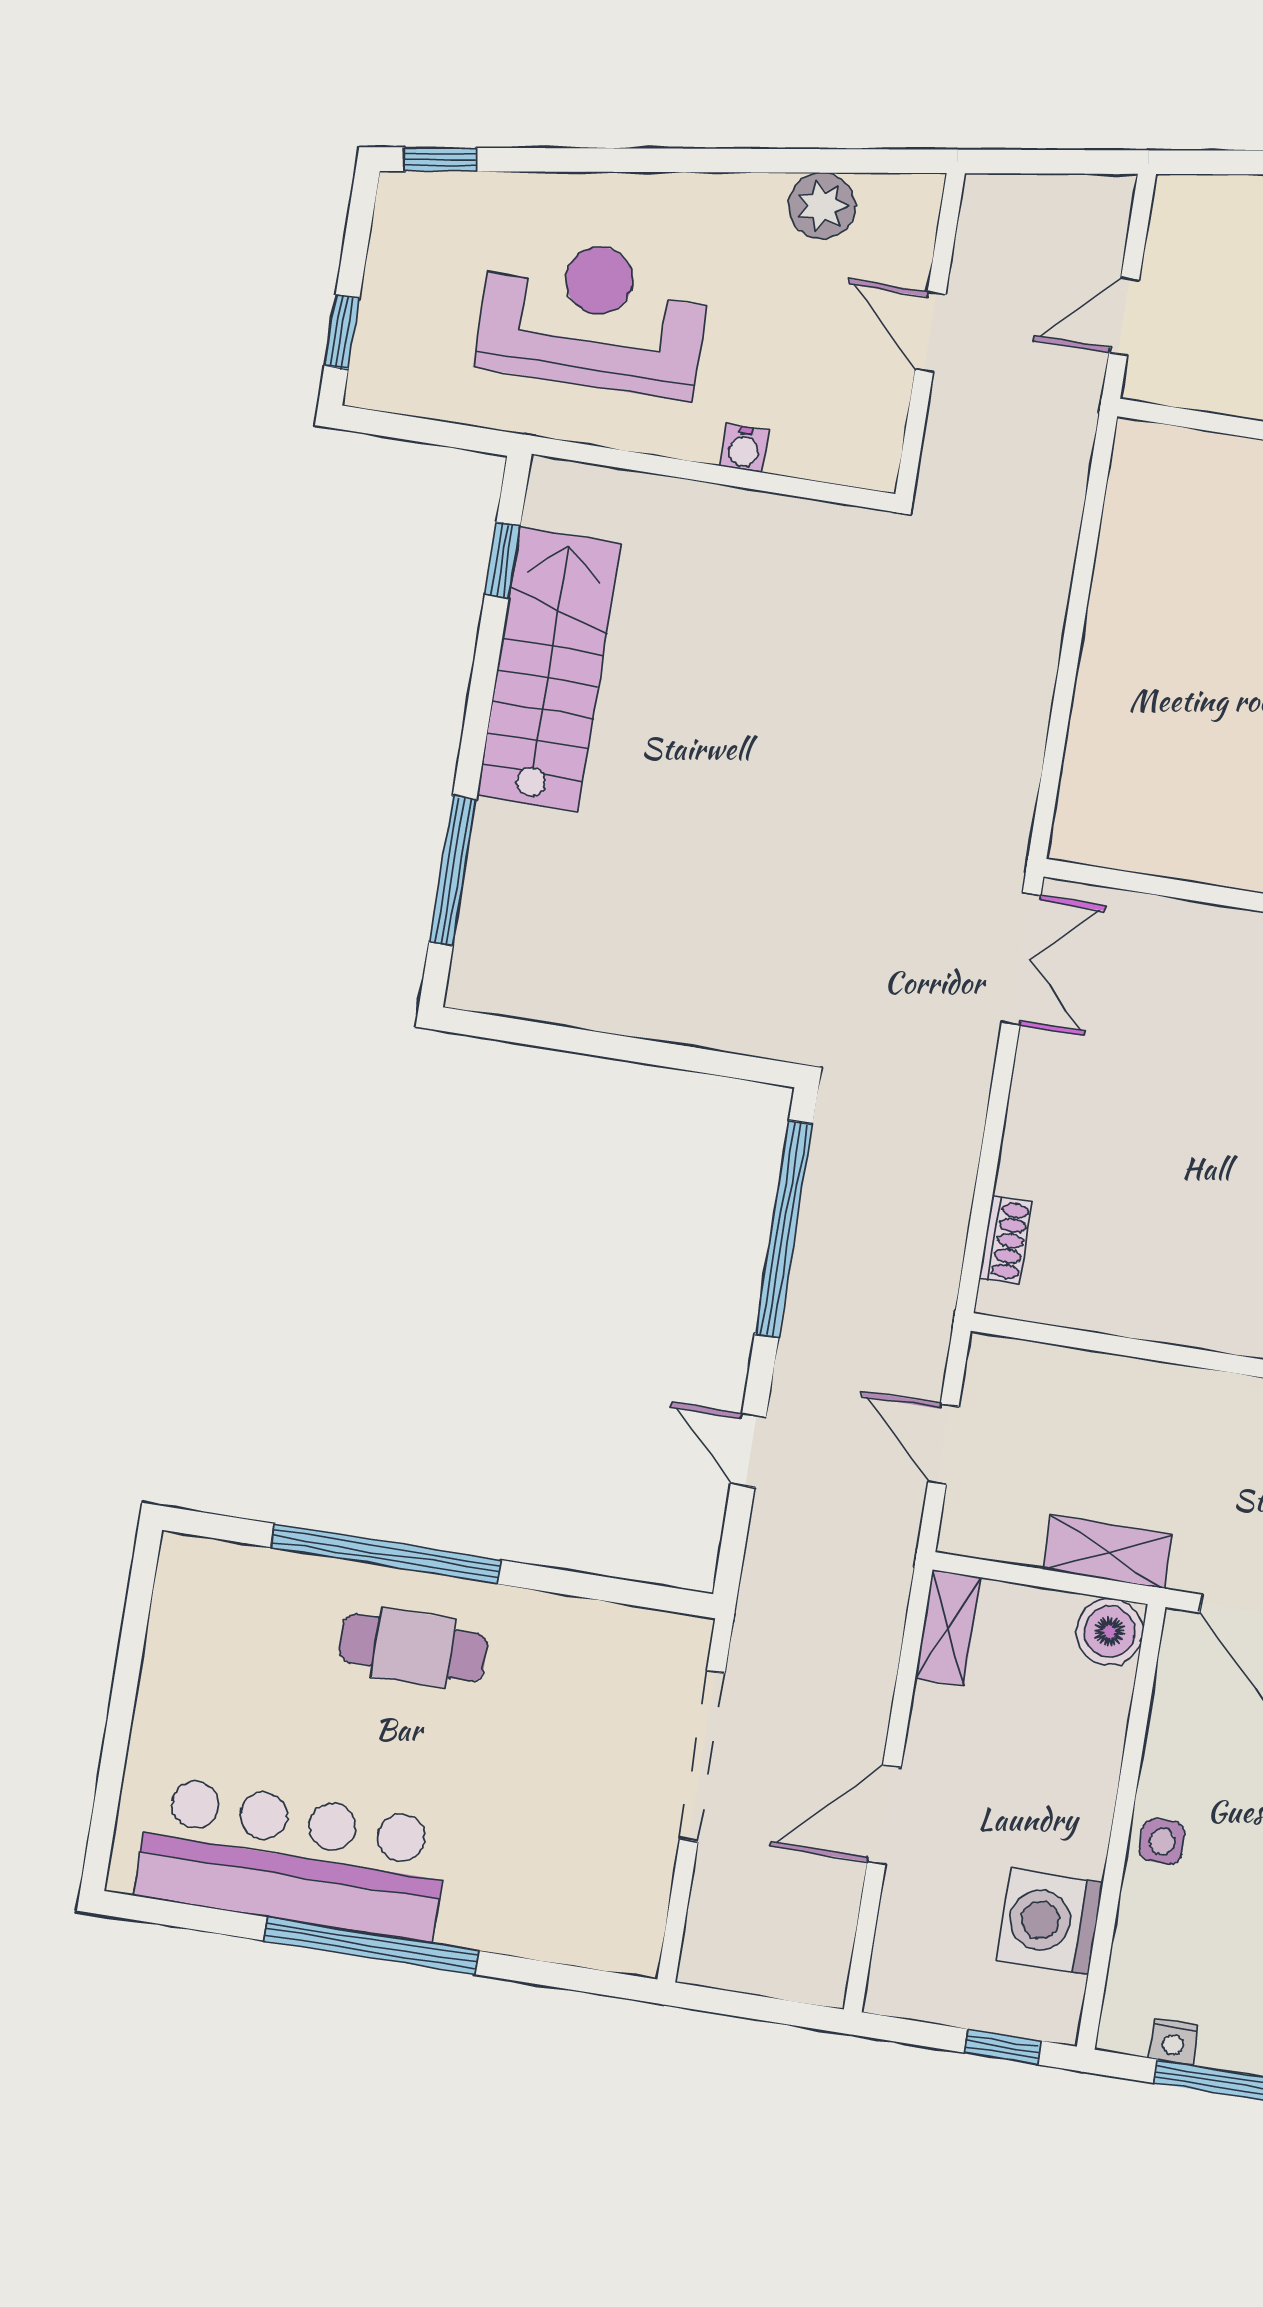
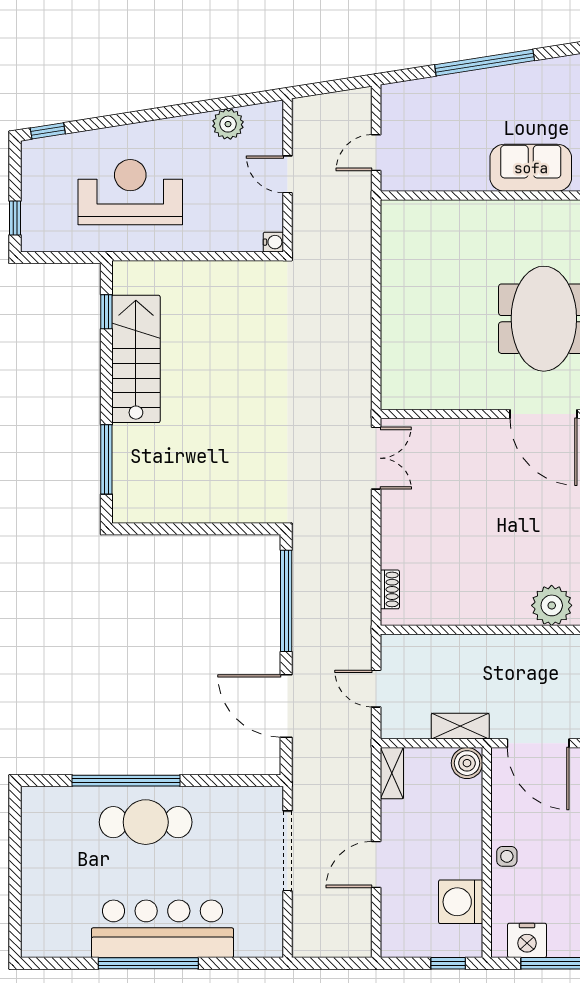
water cooler: (744, 448) -> (273, 242), moved, turned -90
door: (748, 1450) -> (286, 706), width x1.87
cafe table: (413, 1648) -> (146, 822), width x1.37, depth x1.35
bar counter: (292, 1859) -> (162, 929), moved
nightstand: (1174, 2041) -> (527, 940), width x1.89, depth x1.79

